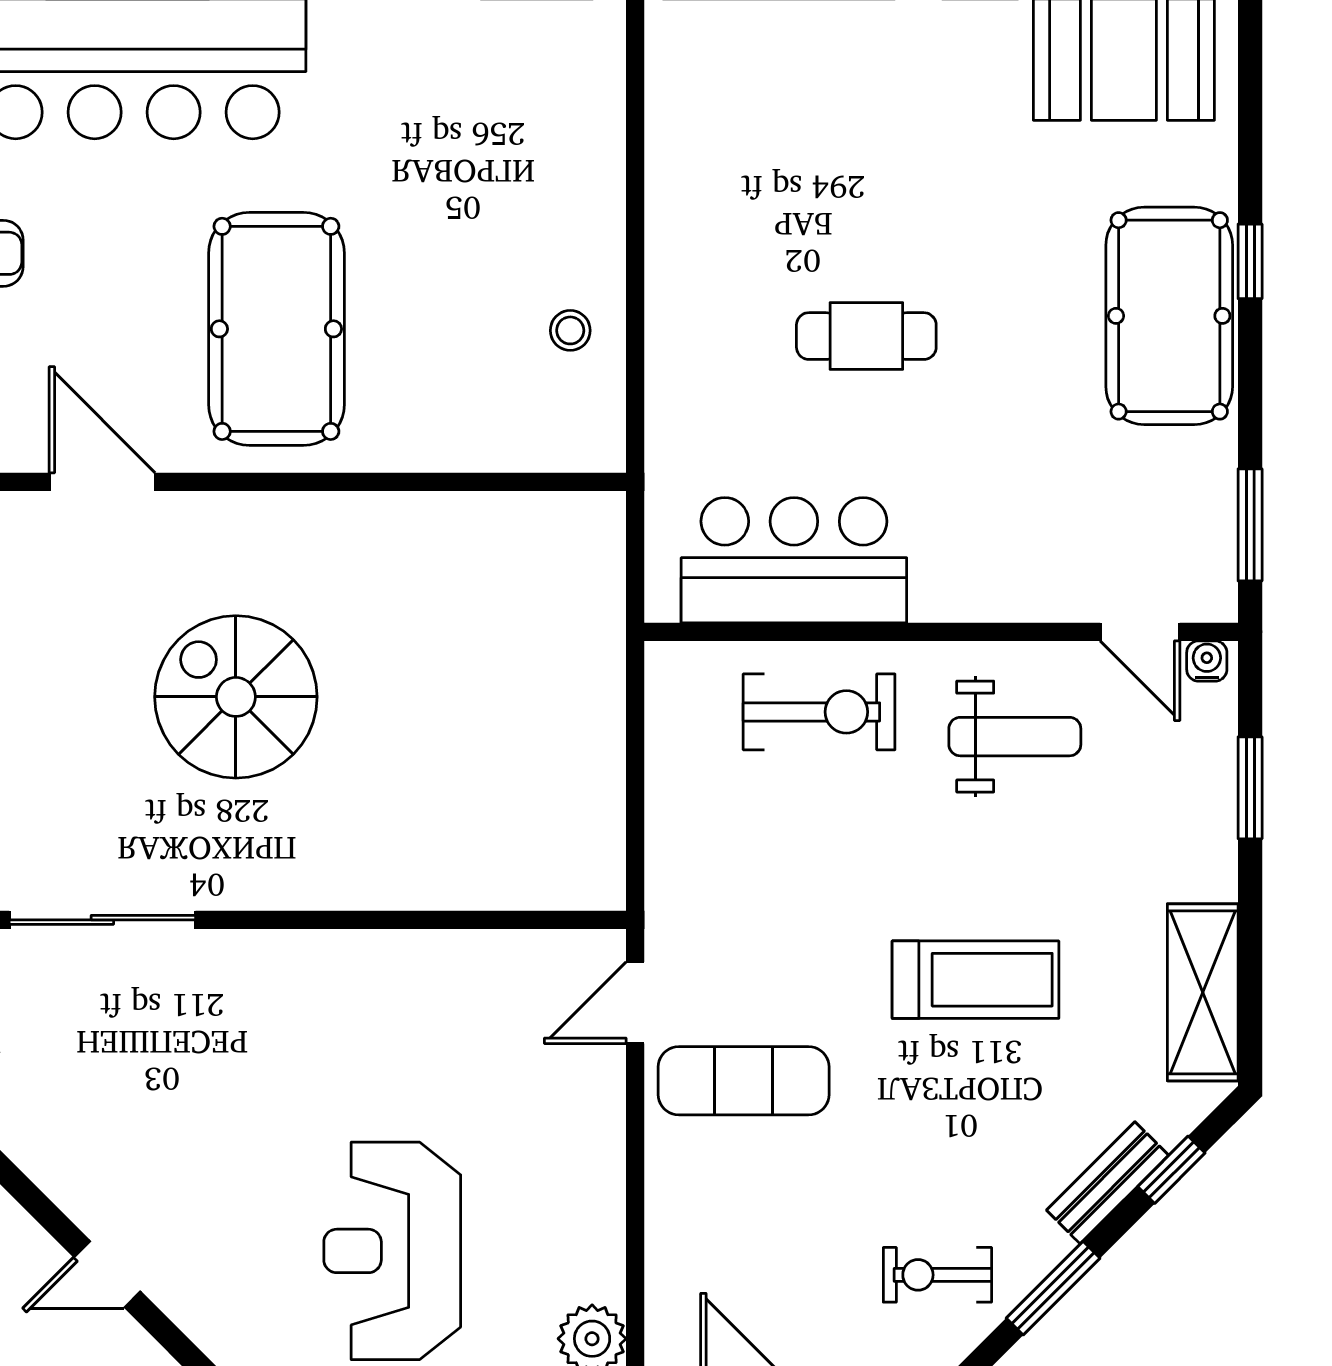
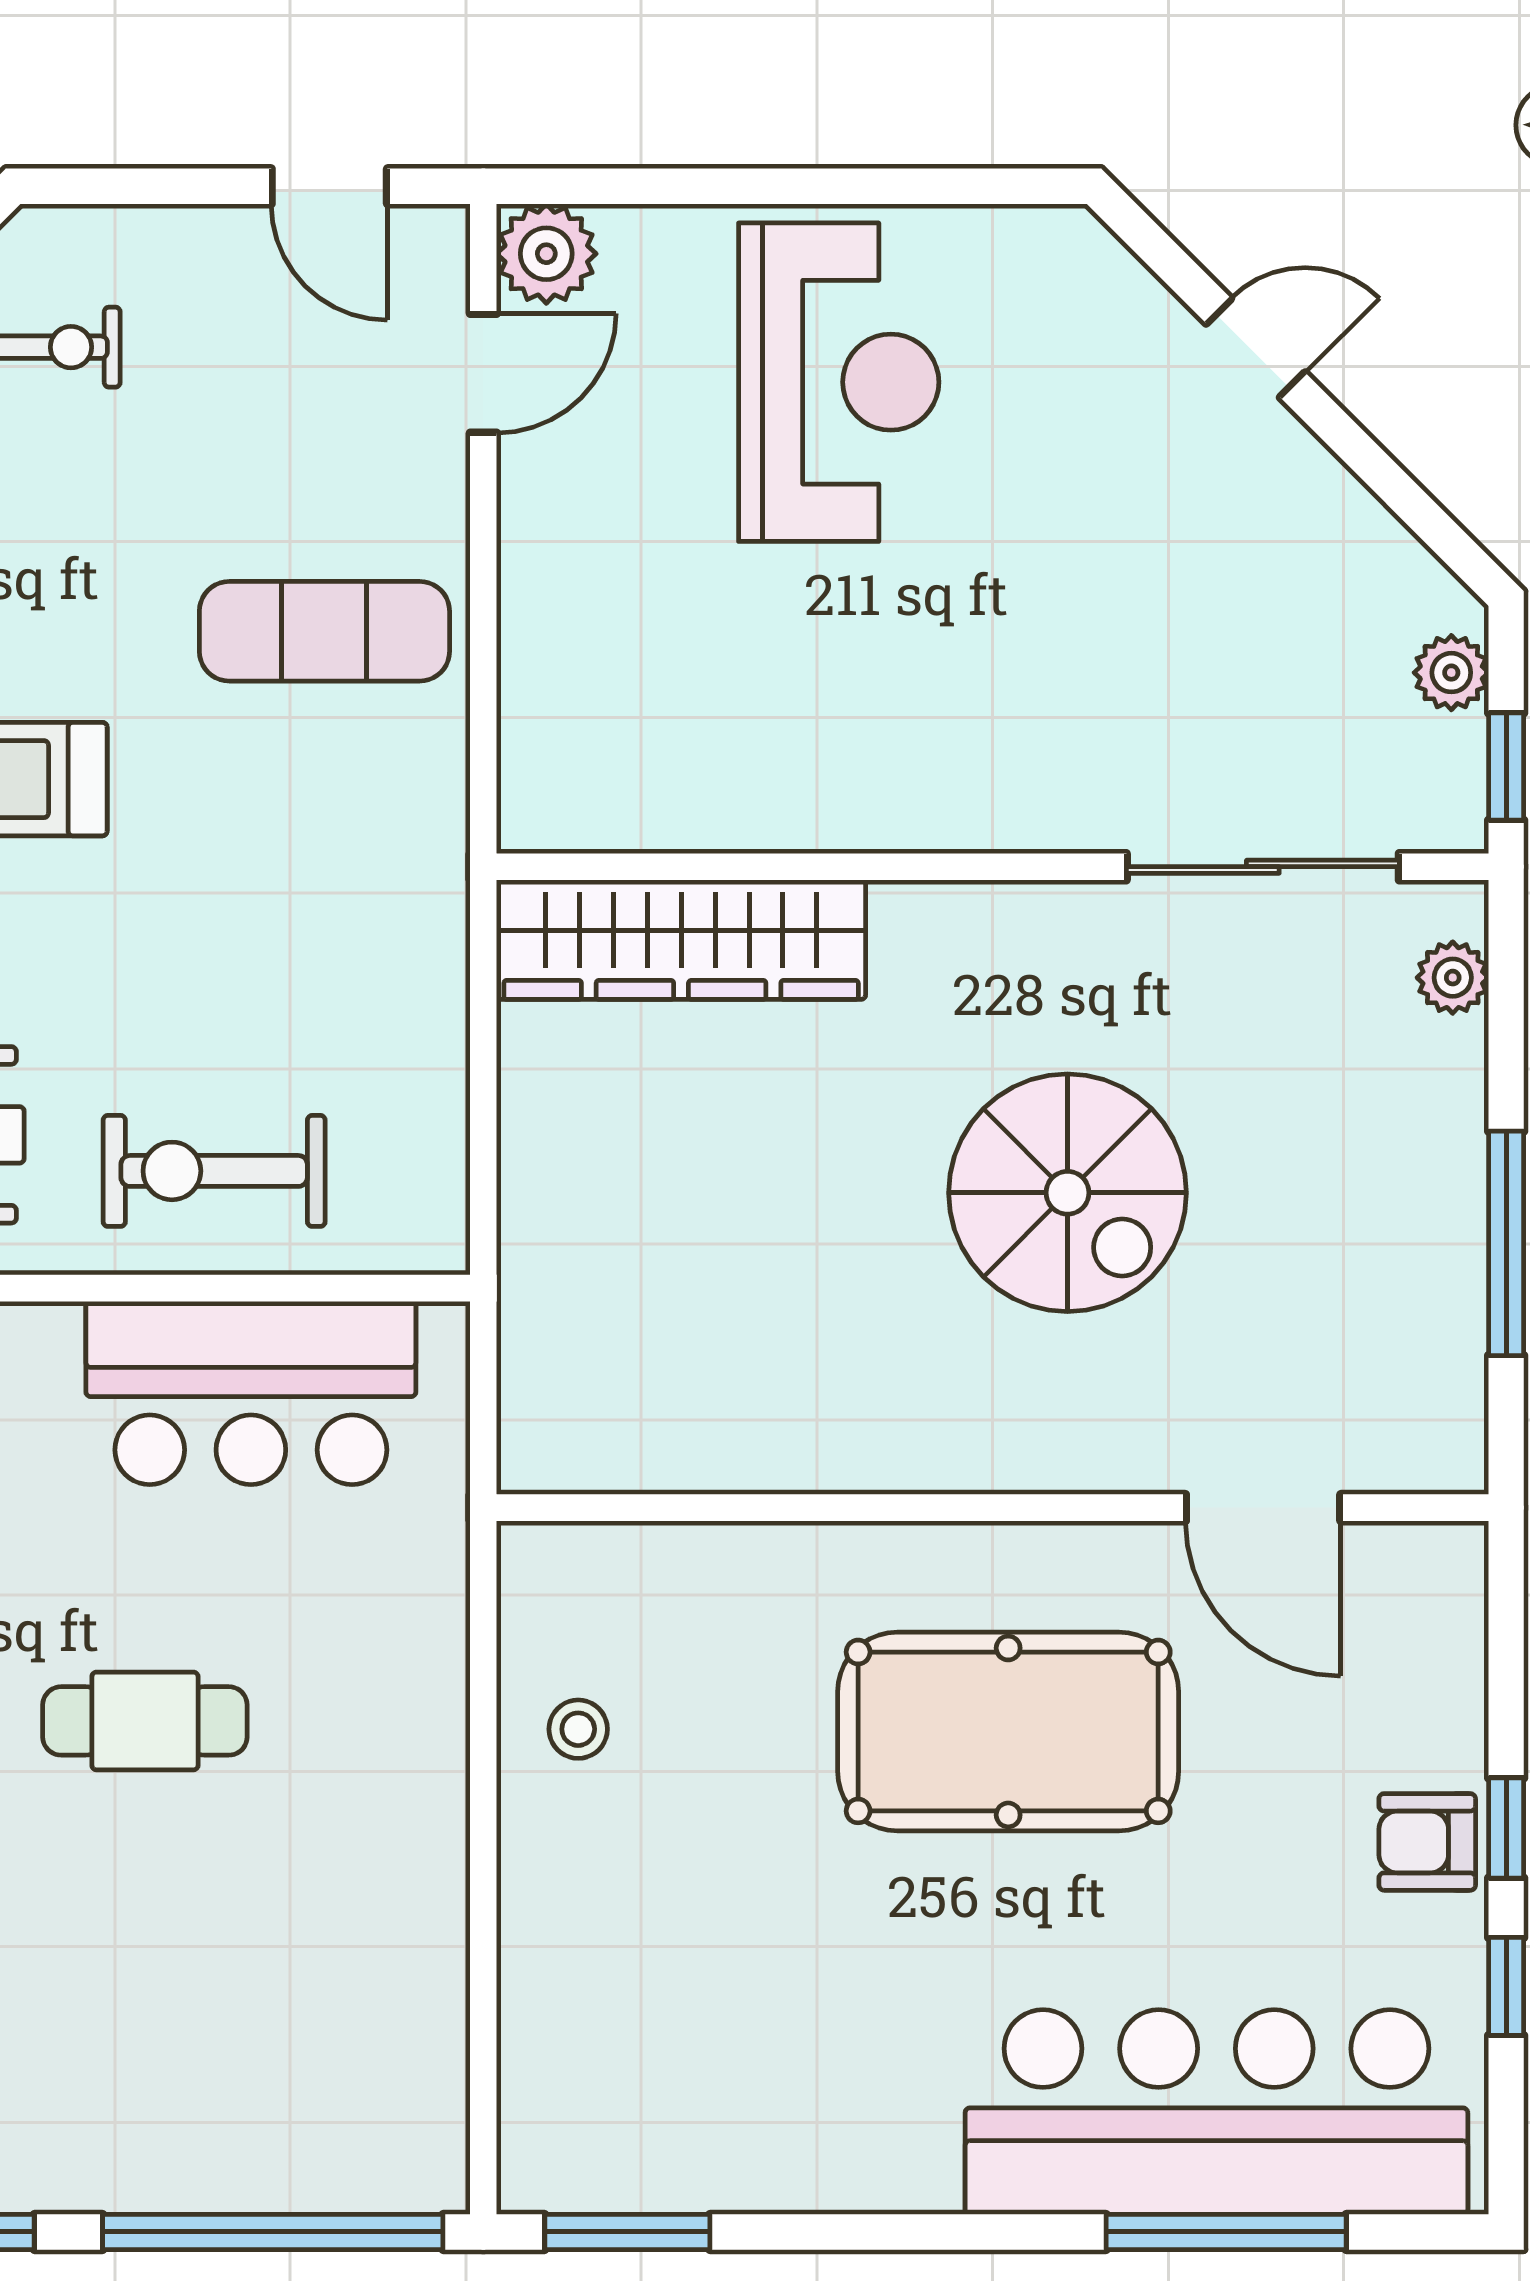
pool table: (276, 329) -> (1008, 1731), turned 90
wardrobe: (500, 870) -> (681, 940), added
door: (635, 1003) -> (483, 373), moved

